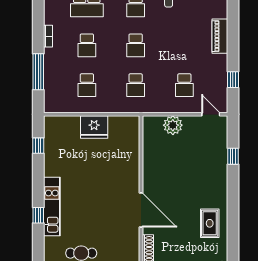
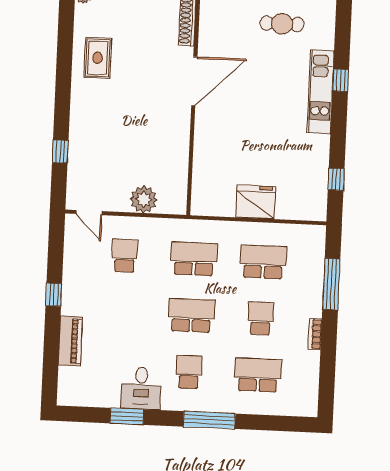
piano: (220, 36) -> (70, 341), moved
school desk: (136, 45) -> (191, 315), width x1.85
window: (233, 80) -> (54, 295), moved
school desk: (87, 85) -> (263, 262), width x1.85
school desk: (136, 85) -> (194, 259), width x1.85
door: (141, 210) -> (194, 81), swing flipped

